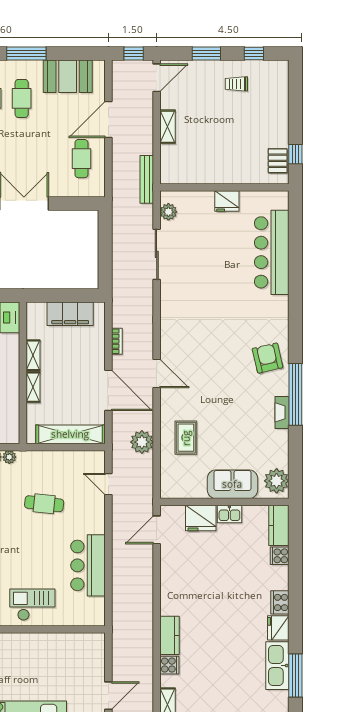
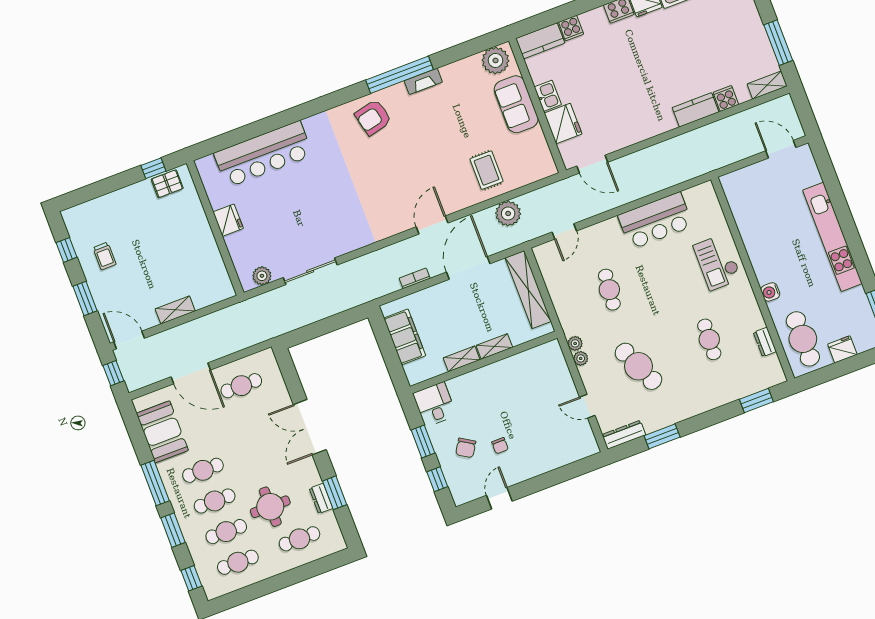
bench: (147, 179) -> (237, 311), removed
rug: (186, 438) -> (487, 170), turned 90

